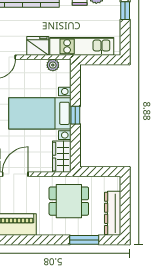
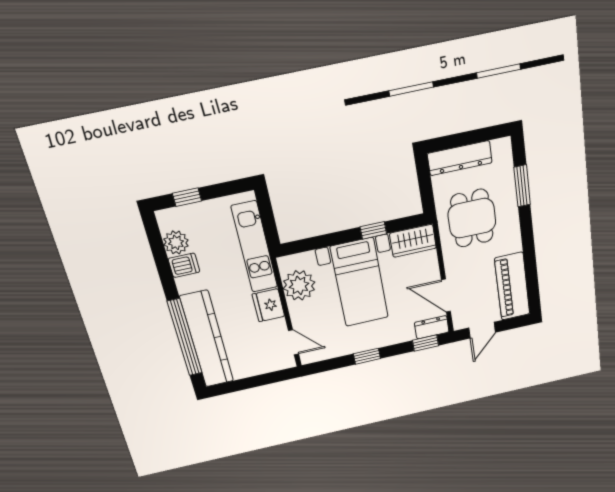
plant: (53, 65) -> (299, 285), width x1.87, depth x1.87
window: (75, 115) -> (373, 230), moved
dresser: (113, 213) -> (460, 158), moved

